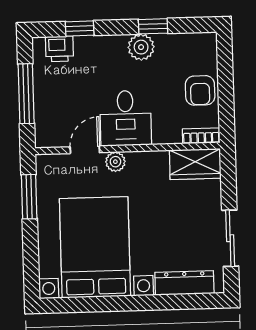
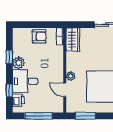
desk: (126, 118) -> (25, 81), moved, turned 180

